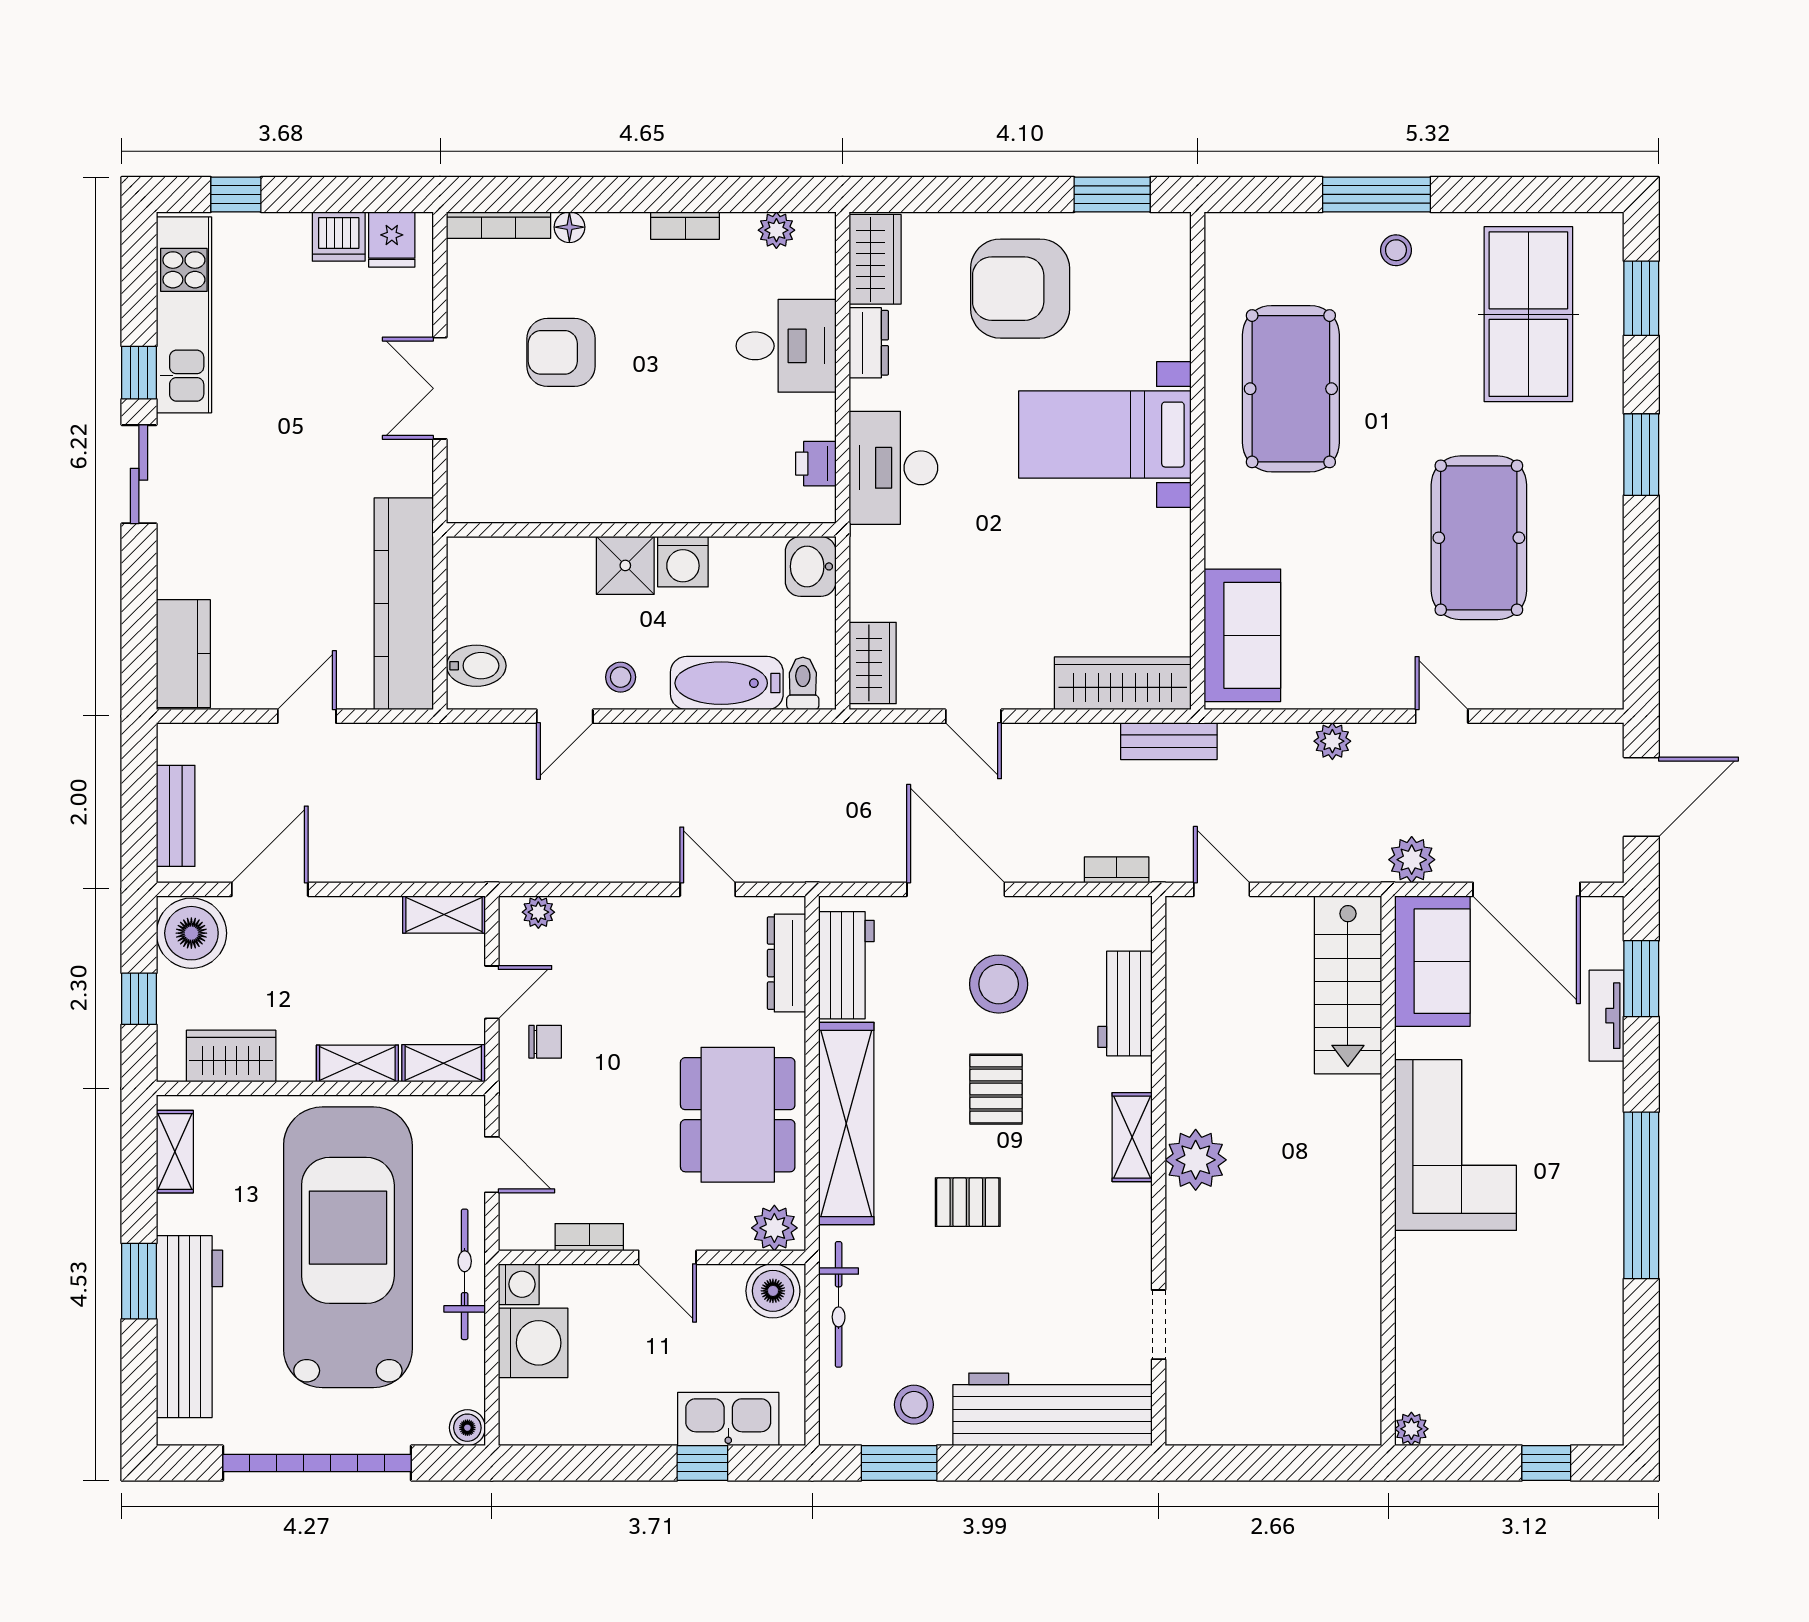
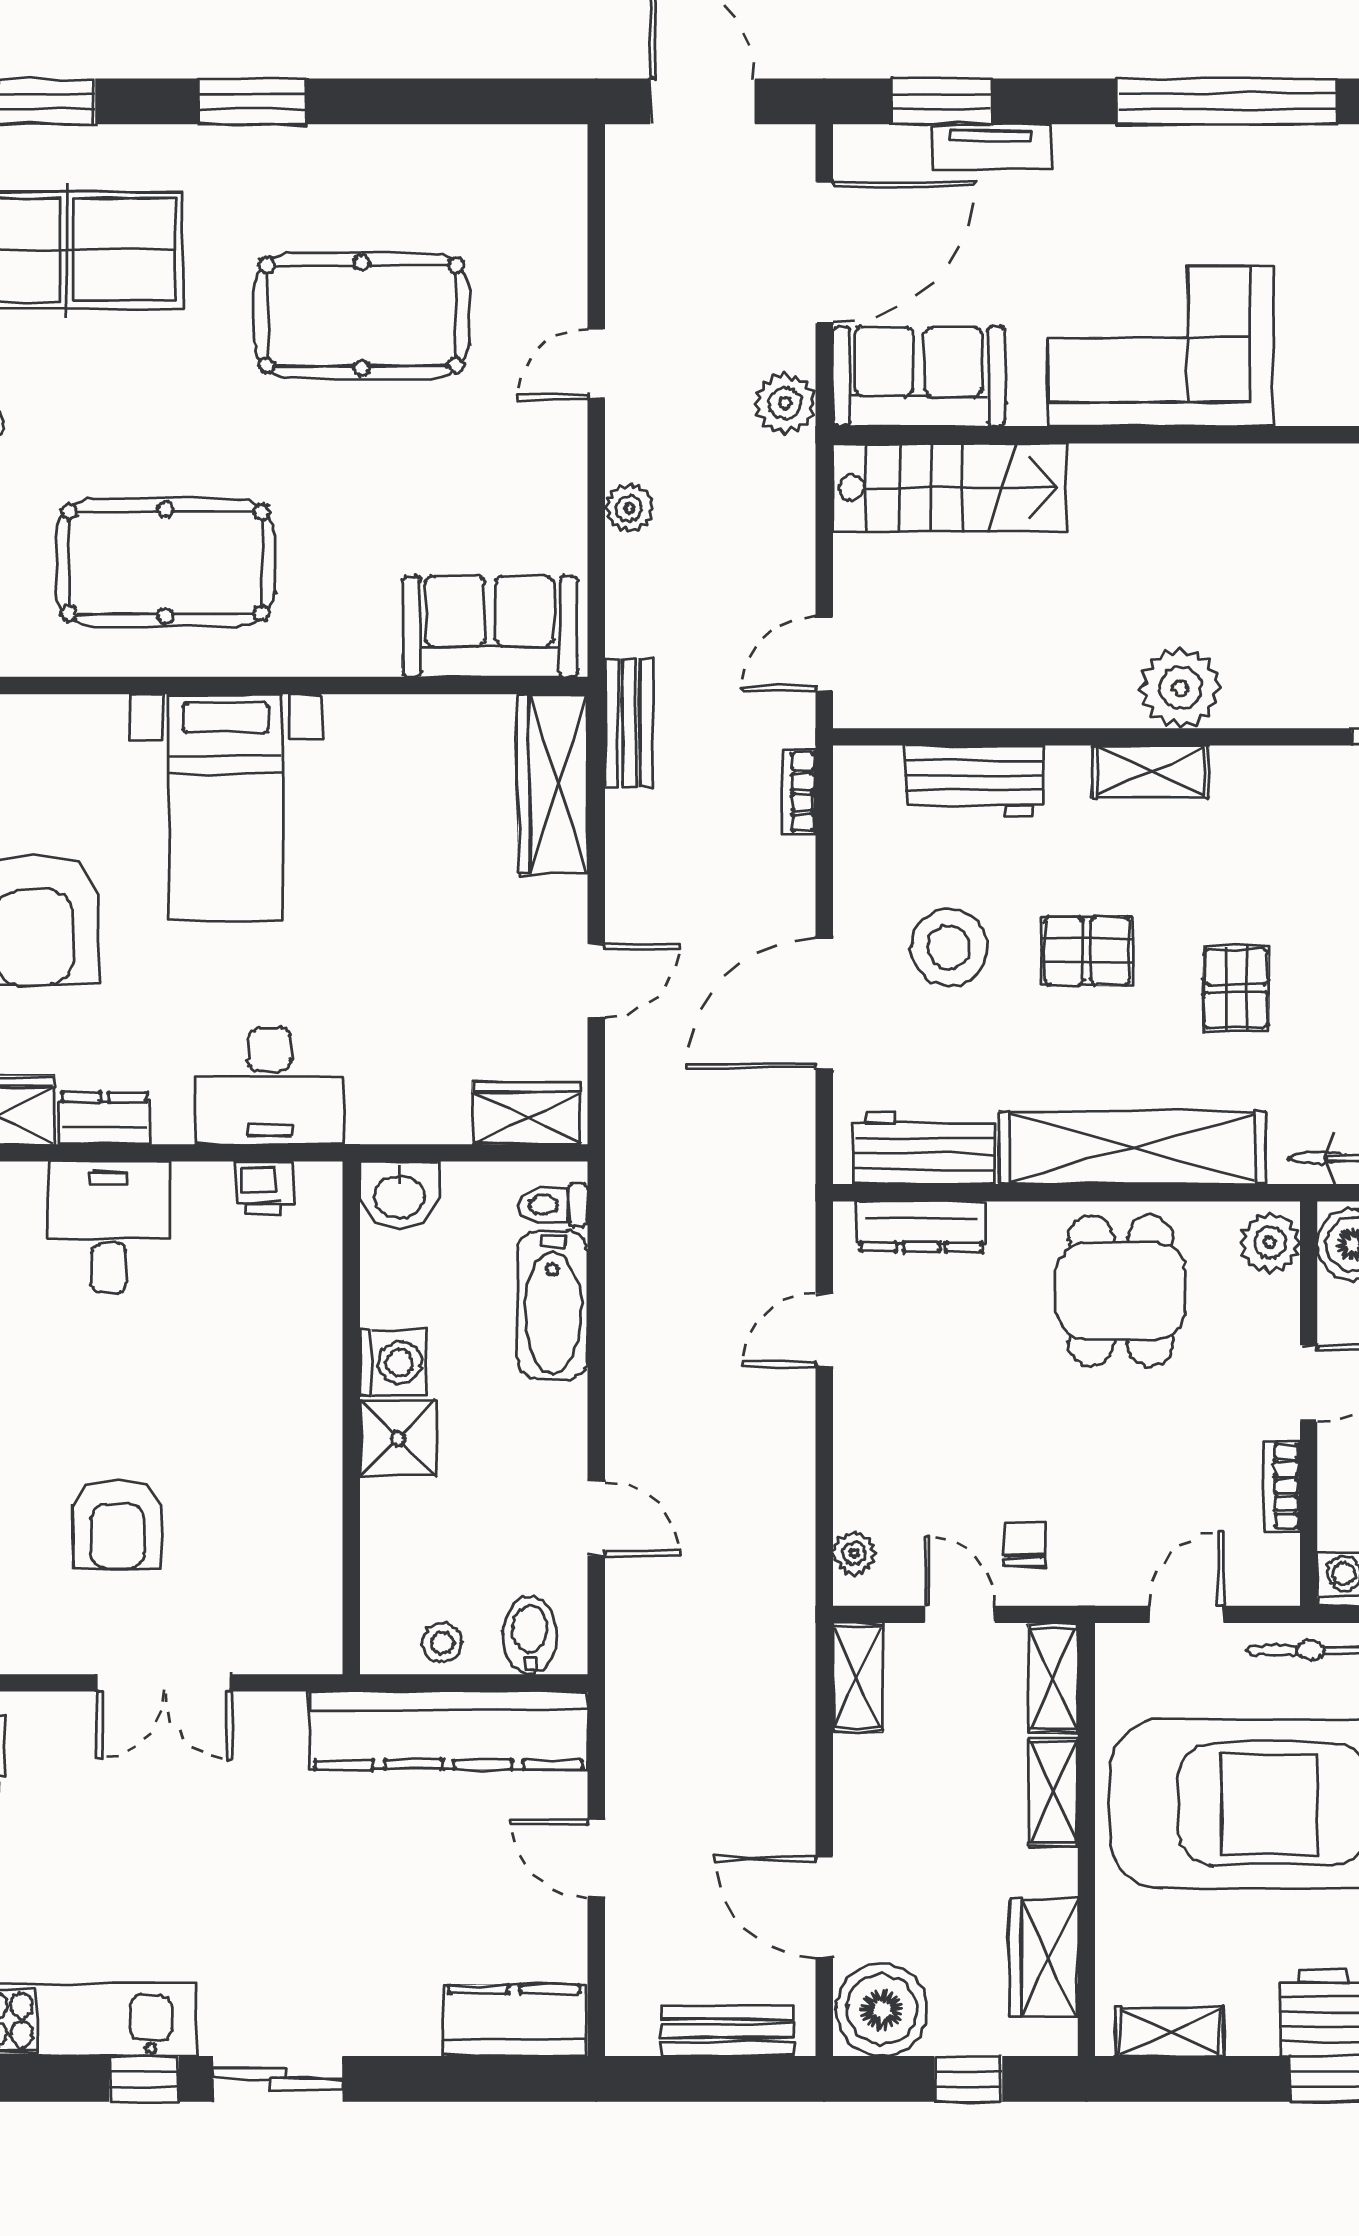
stool: (621, 677) -> (442, 1643), moved
dining table: (738, 1115) -> (1121, 1291), width x0.73

